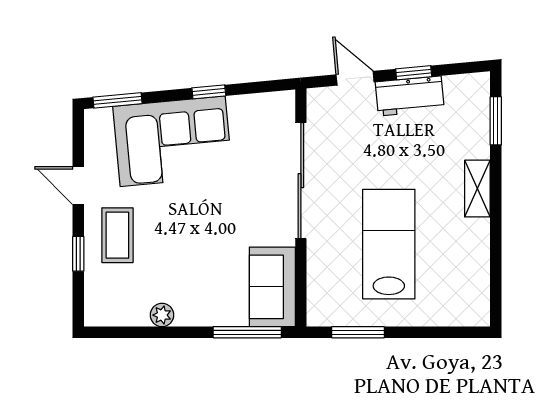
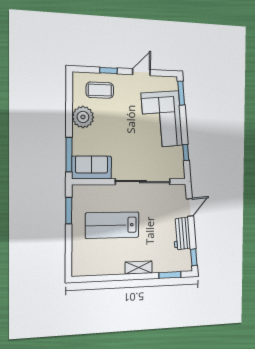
window: (414, 73) -> (194, 257), moved
window: (209, 92) -> (186, 152), moved
coffee table: (117, 235) -> (100, 90), moved
lab bench: (389, 244) -> (112, 225), turned 180
plant: (162, 315) -> (83, 117), width x1.88, depth x1.88

